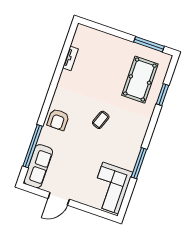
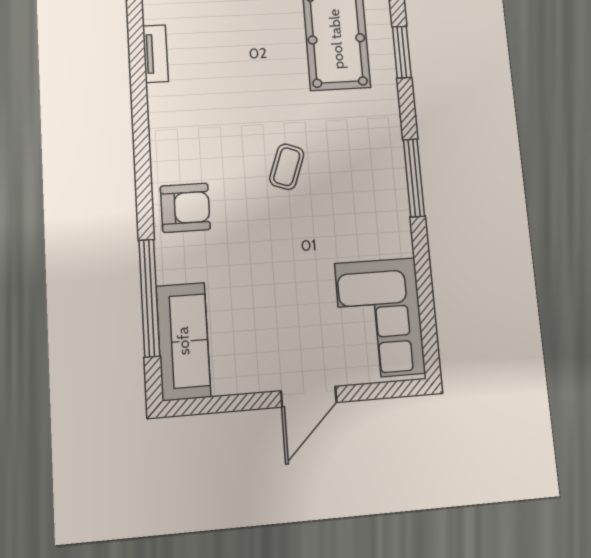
armchair: (58, 120) -> (185, 208), turned -90
window: (139, 163) -> (414, 178), moved
door: (59, 199) -> (309, 397), moved

